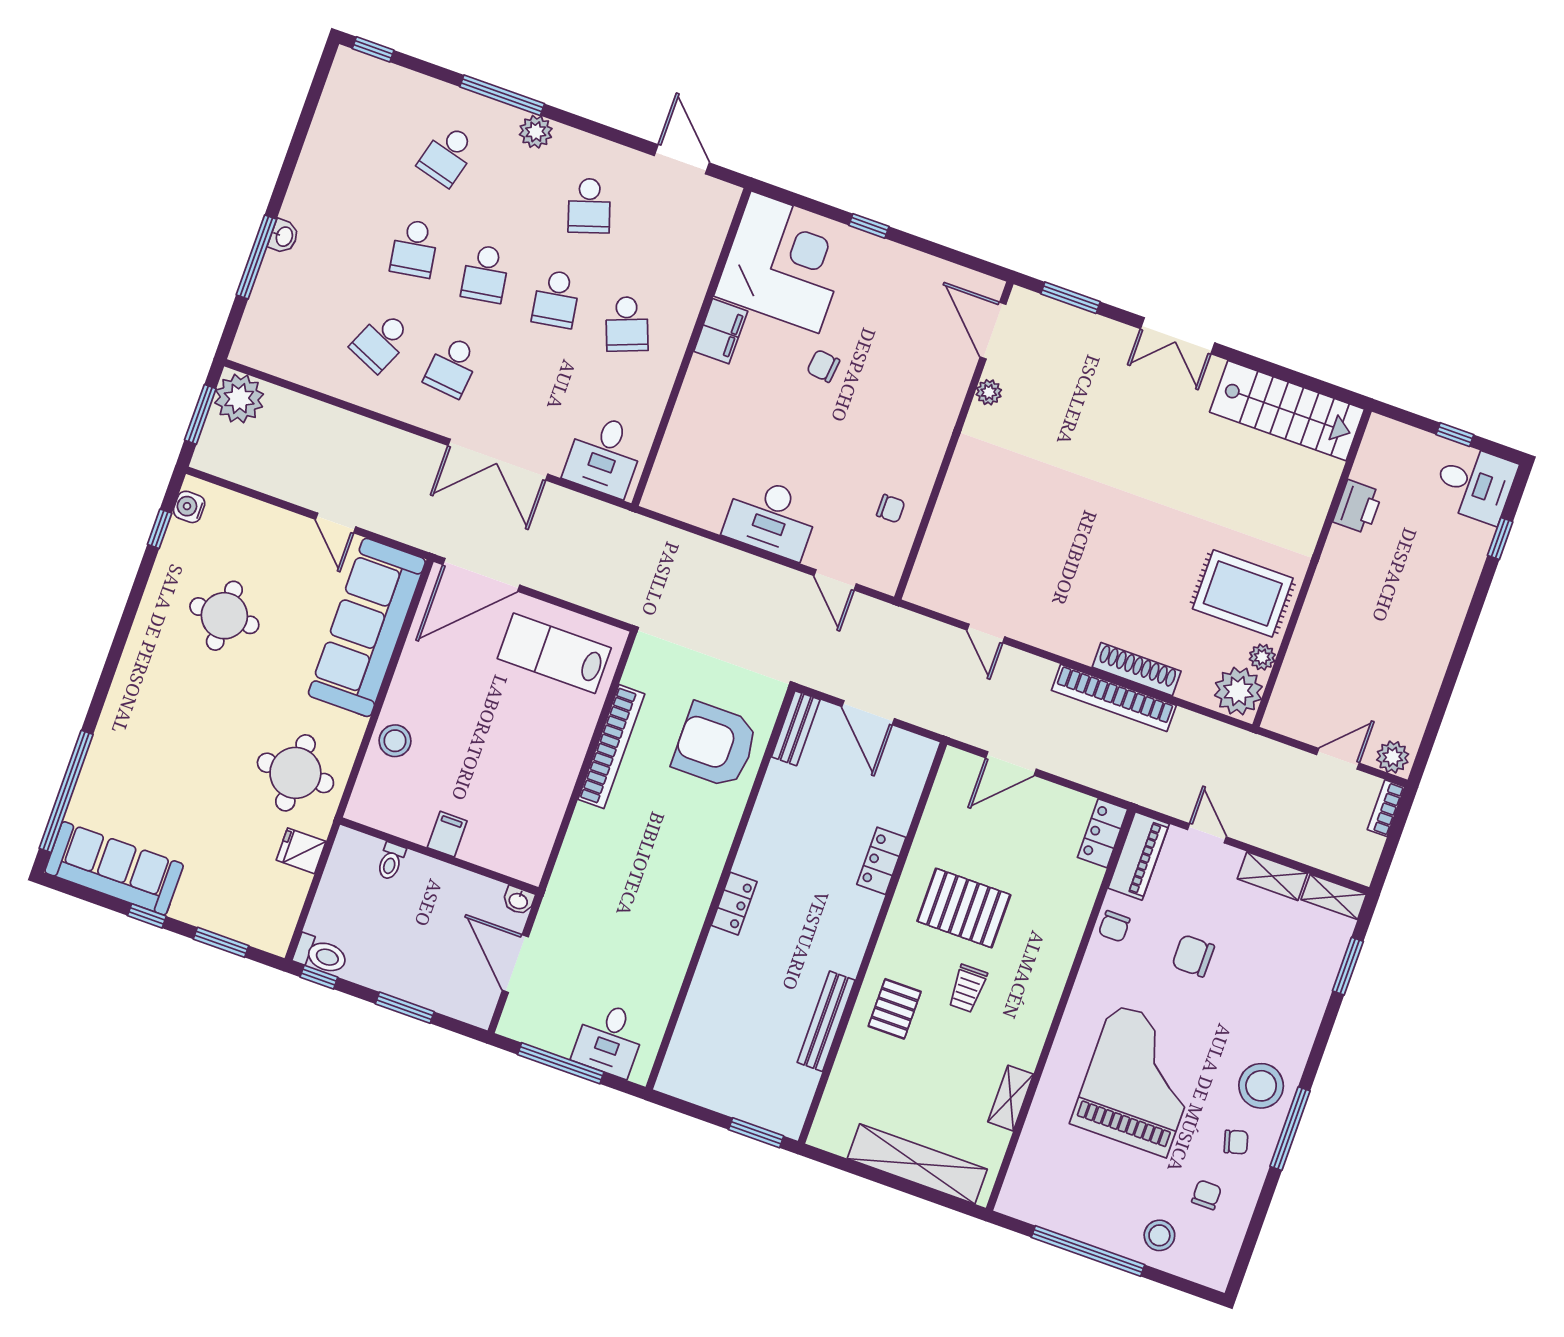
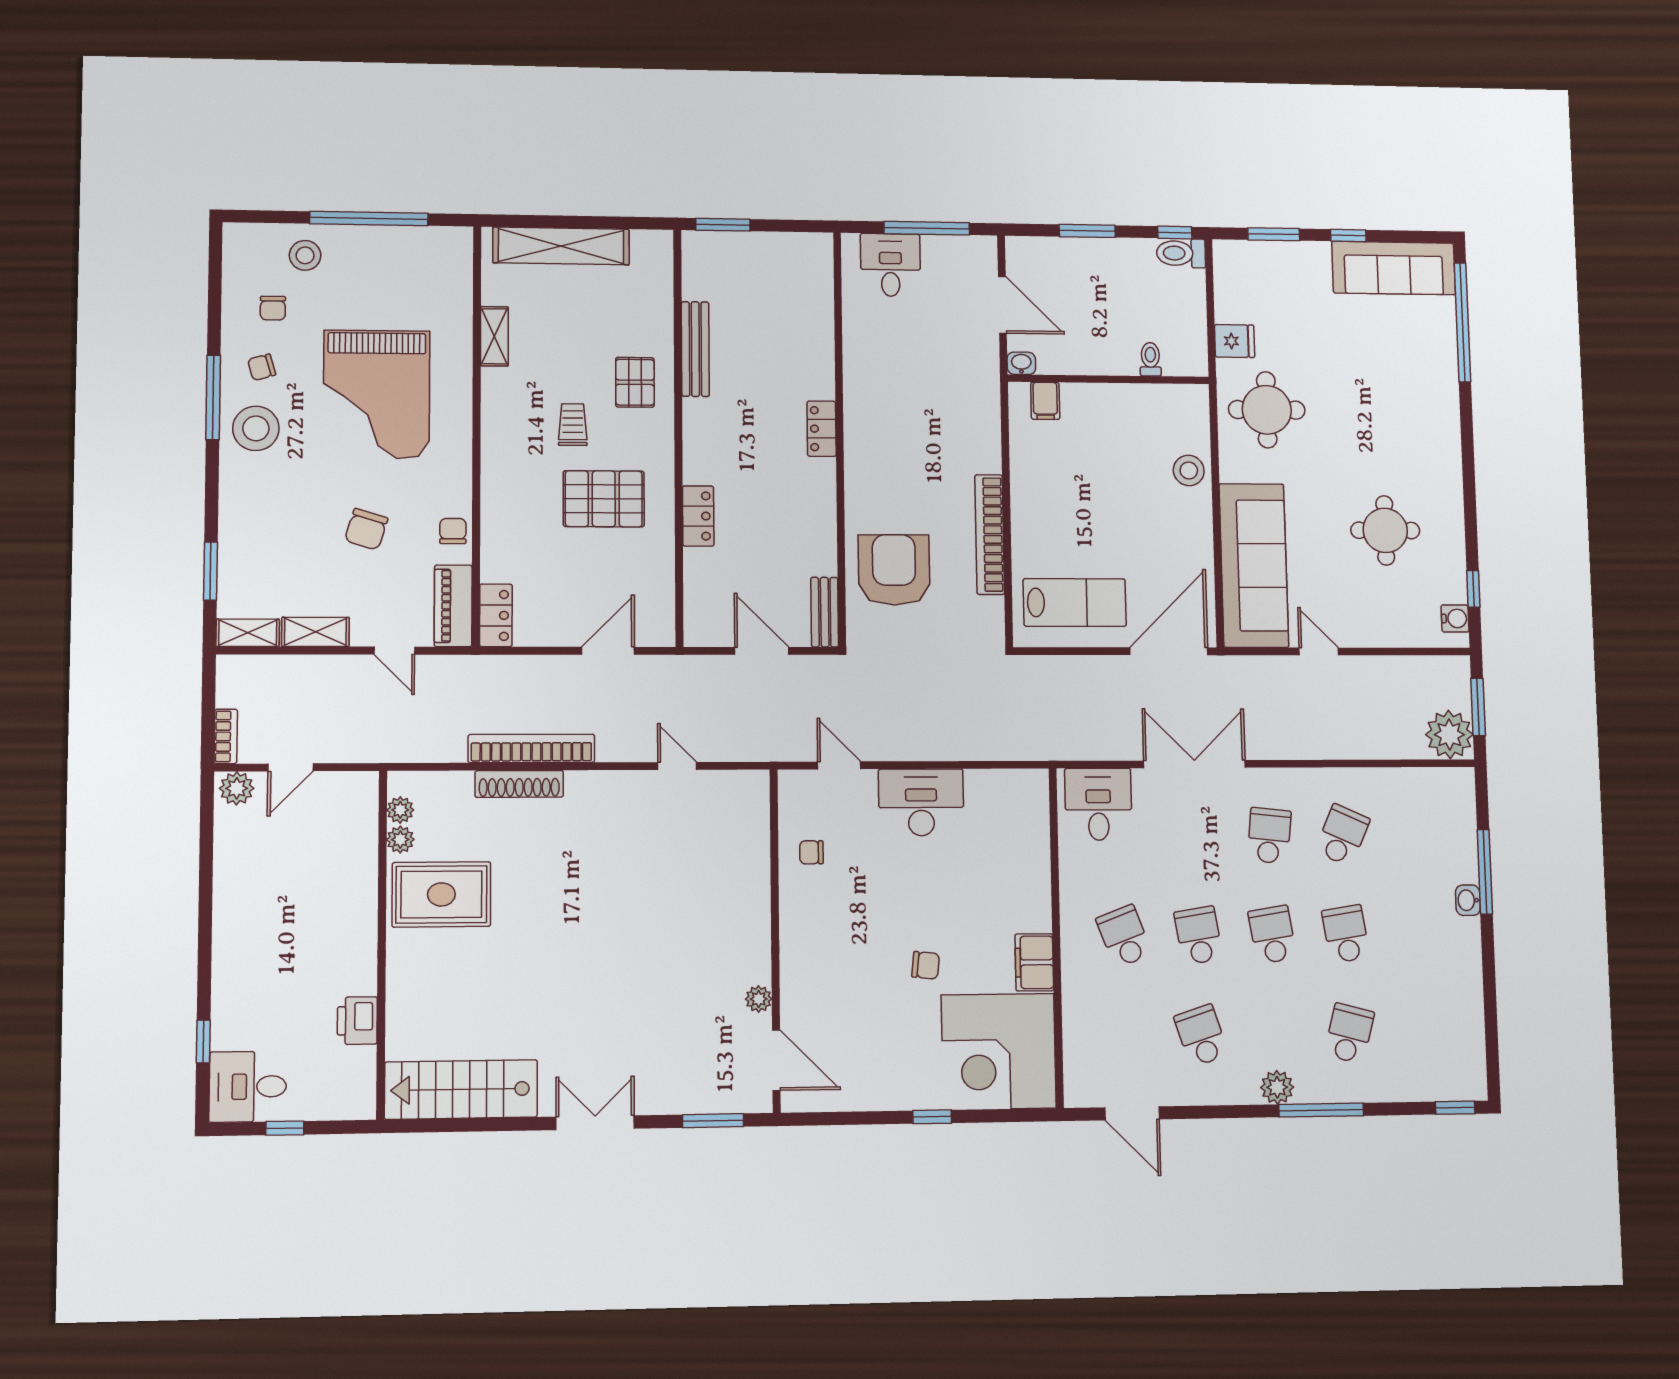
plant: (1238, 691) -> (400, 810), width x0.53, depth x0.53
armchair: (715, 745) -> (894, 570), turned -90
filing cabinet: (447, 834) -> (1045, 401), moved
chair: (1193, 956) -> (366, 529), turned 107

